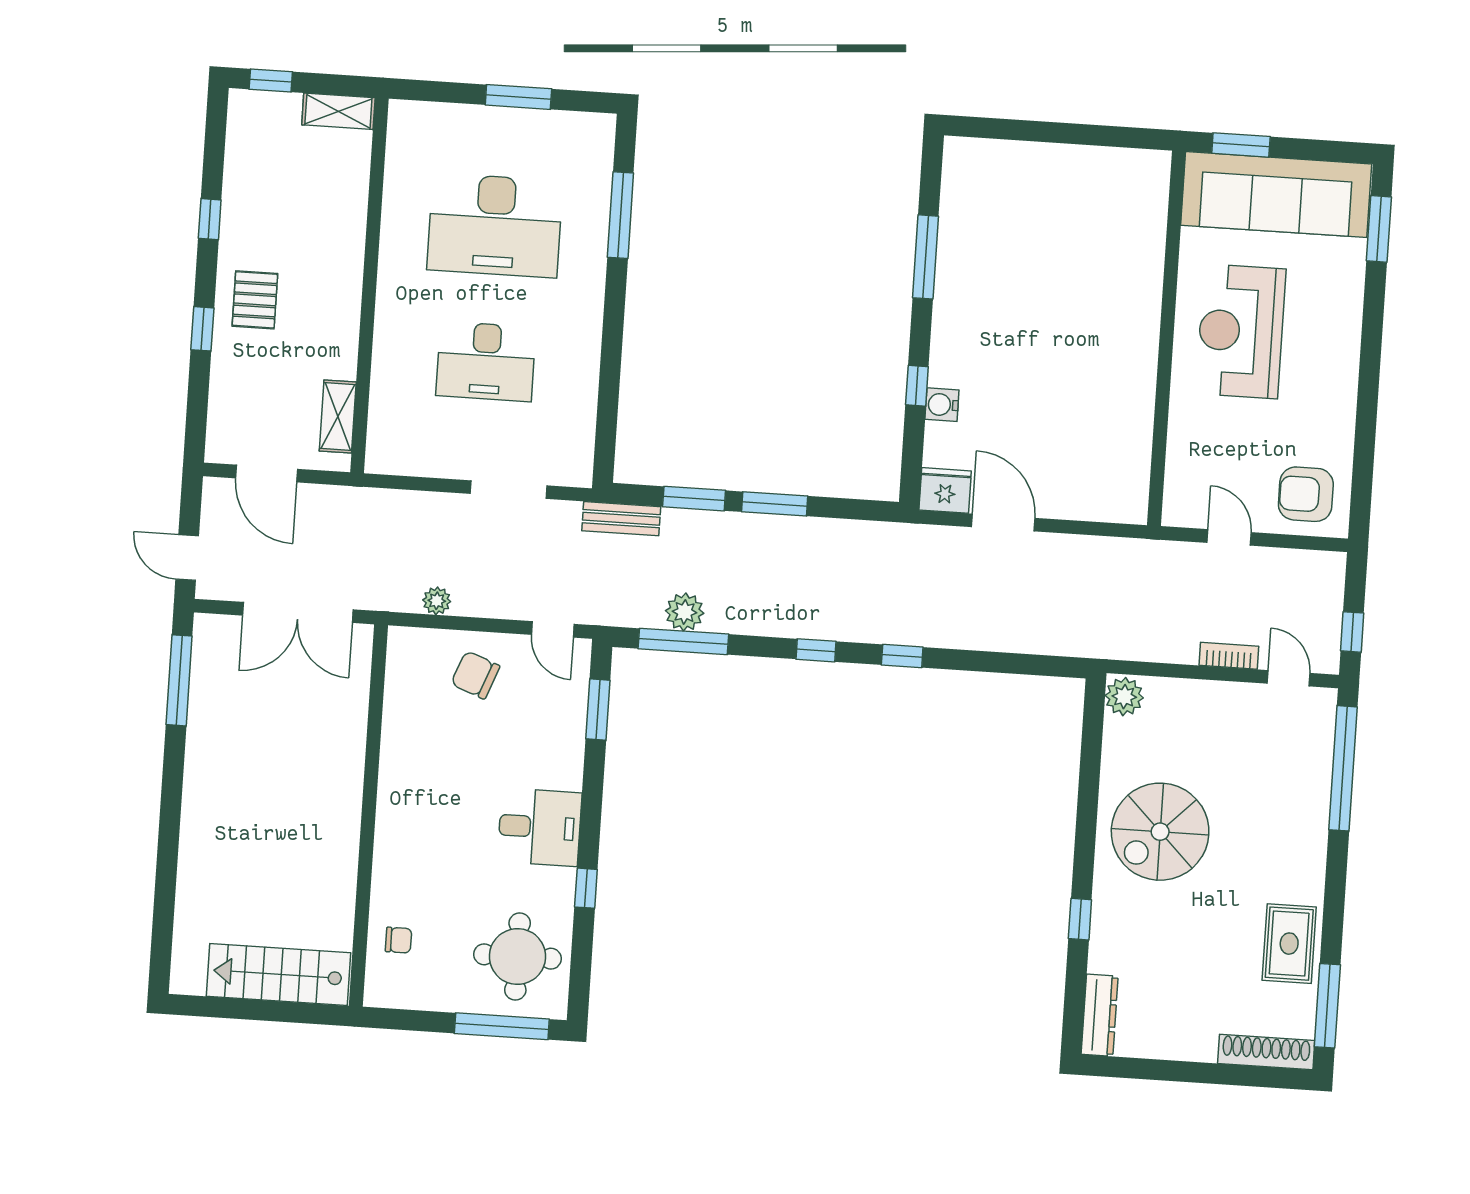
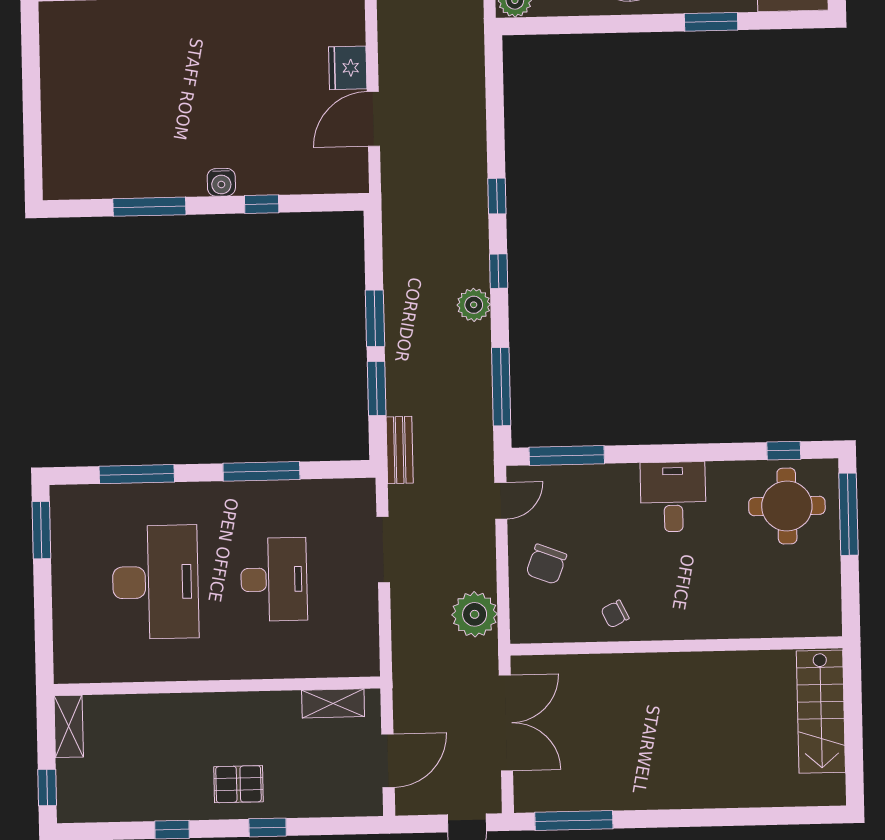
window: (518, 97) -> (41, 530), moved
window: (611, 358) -> (261, 471), added
water cooler: (942, 405) -> (221, 182), moved
fridge: (945, 490) -> (348, 68), moved
plant: (437, 601) -> (475, 614), width x1.87, depth x1.87
plant: (685, 612) -> (474, 305), moved
window: (598, 709) -> (567, 456), width x1.44
window: (586, 888) -> (784, 451), moved
window: (1080, 919) -> (711, 22), width x1.50
chair: (398, 940) -> (615, 614), moved, turned -116

